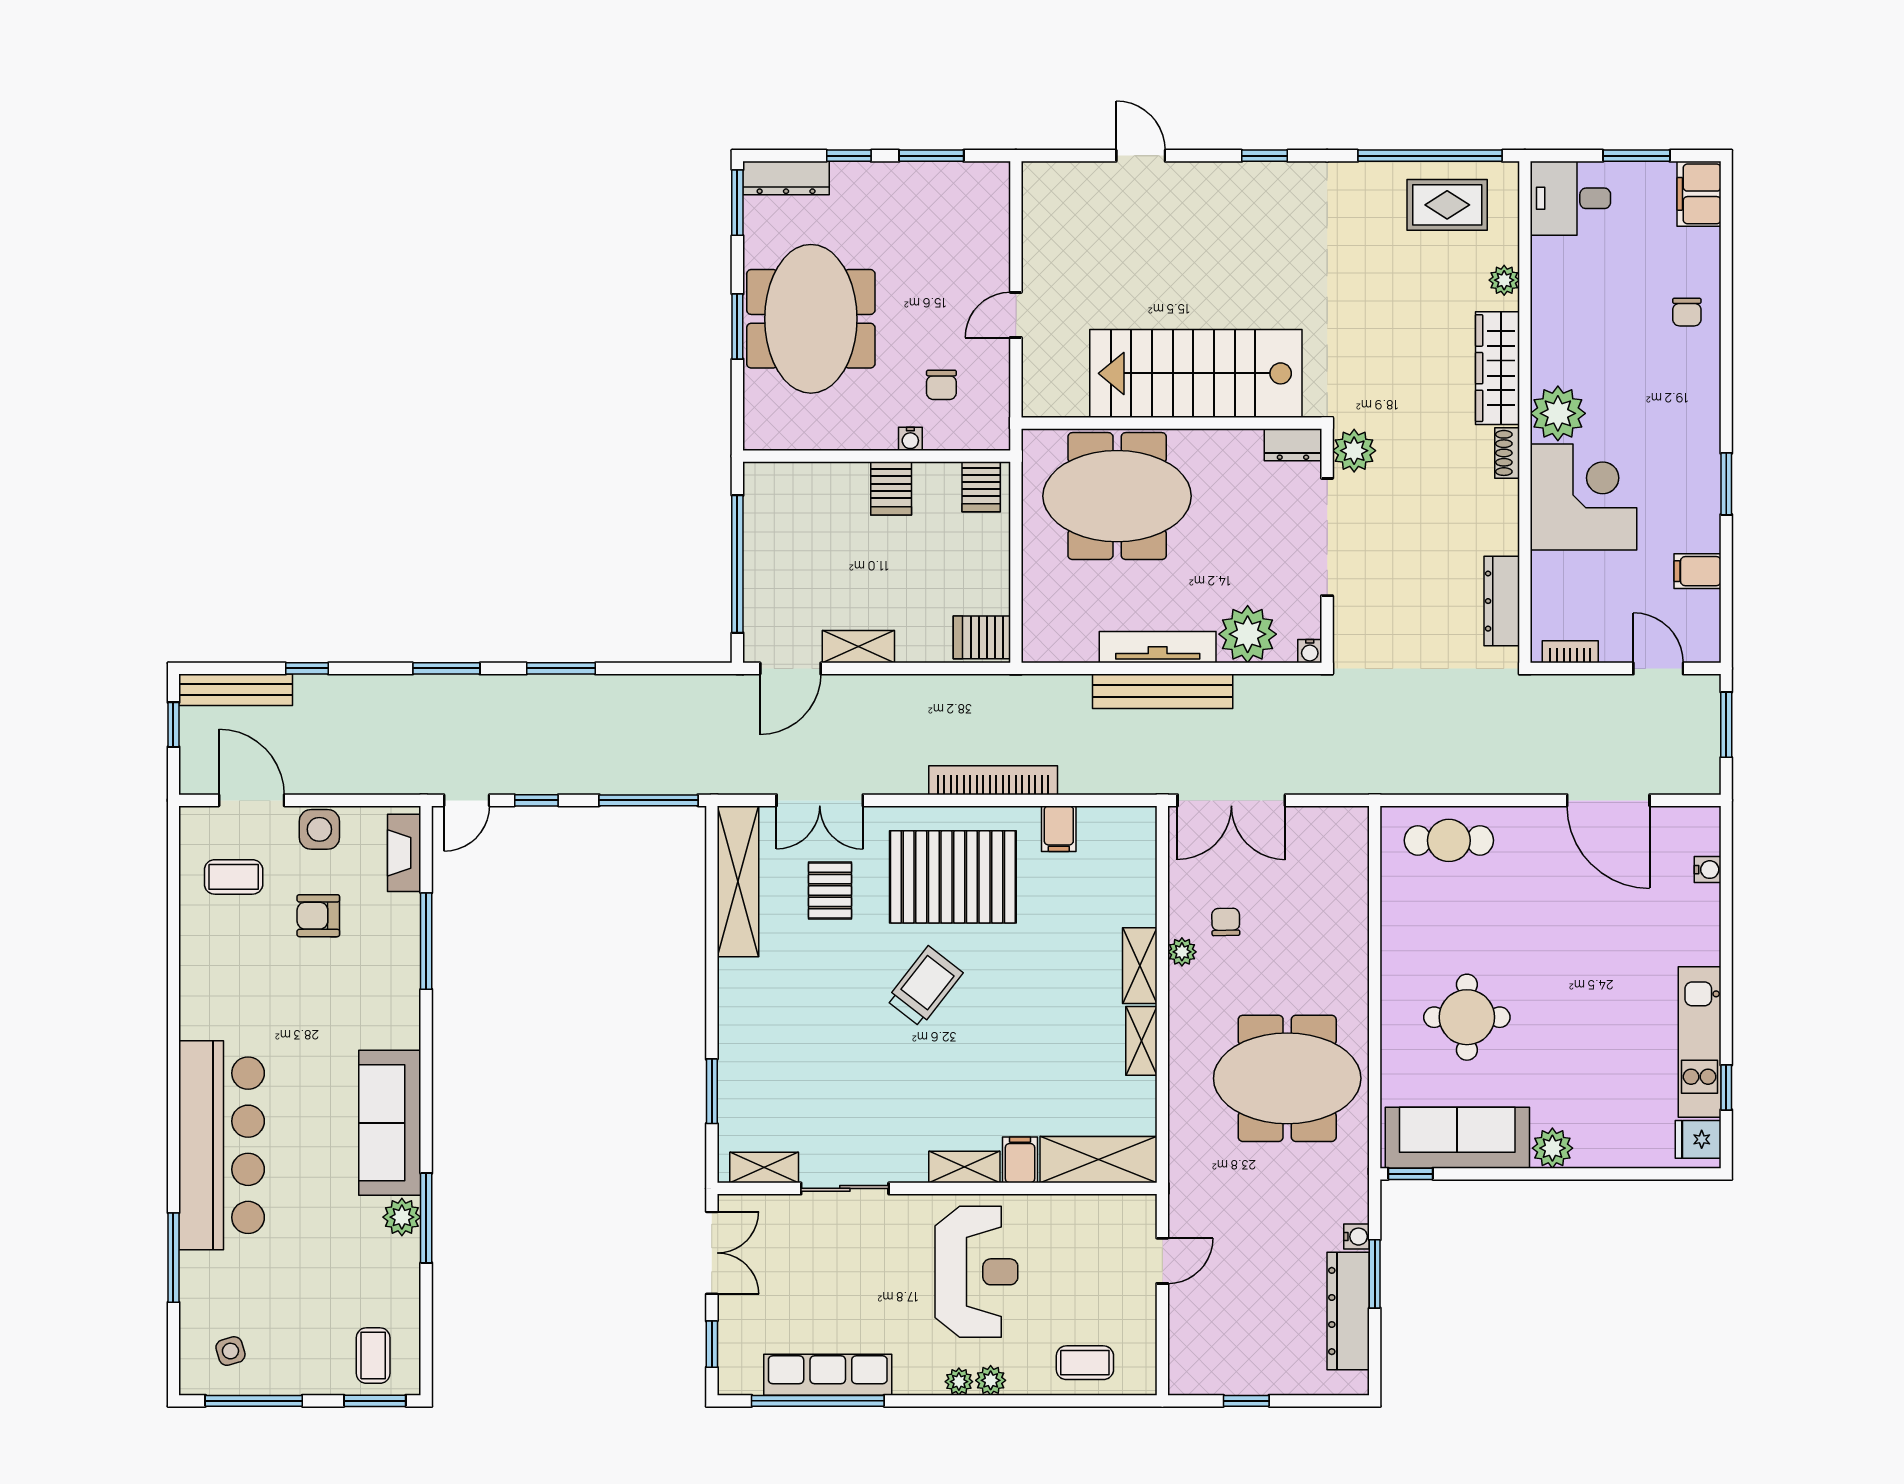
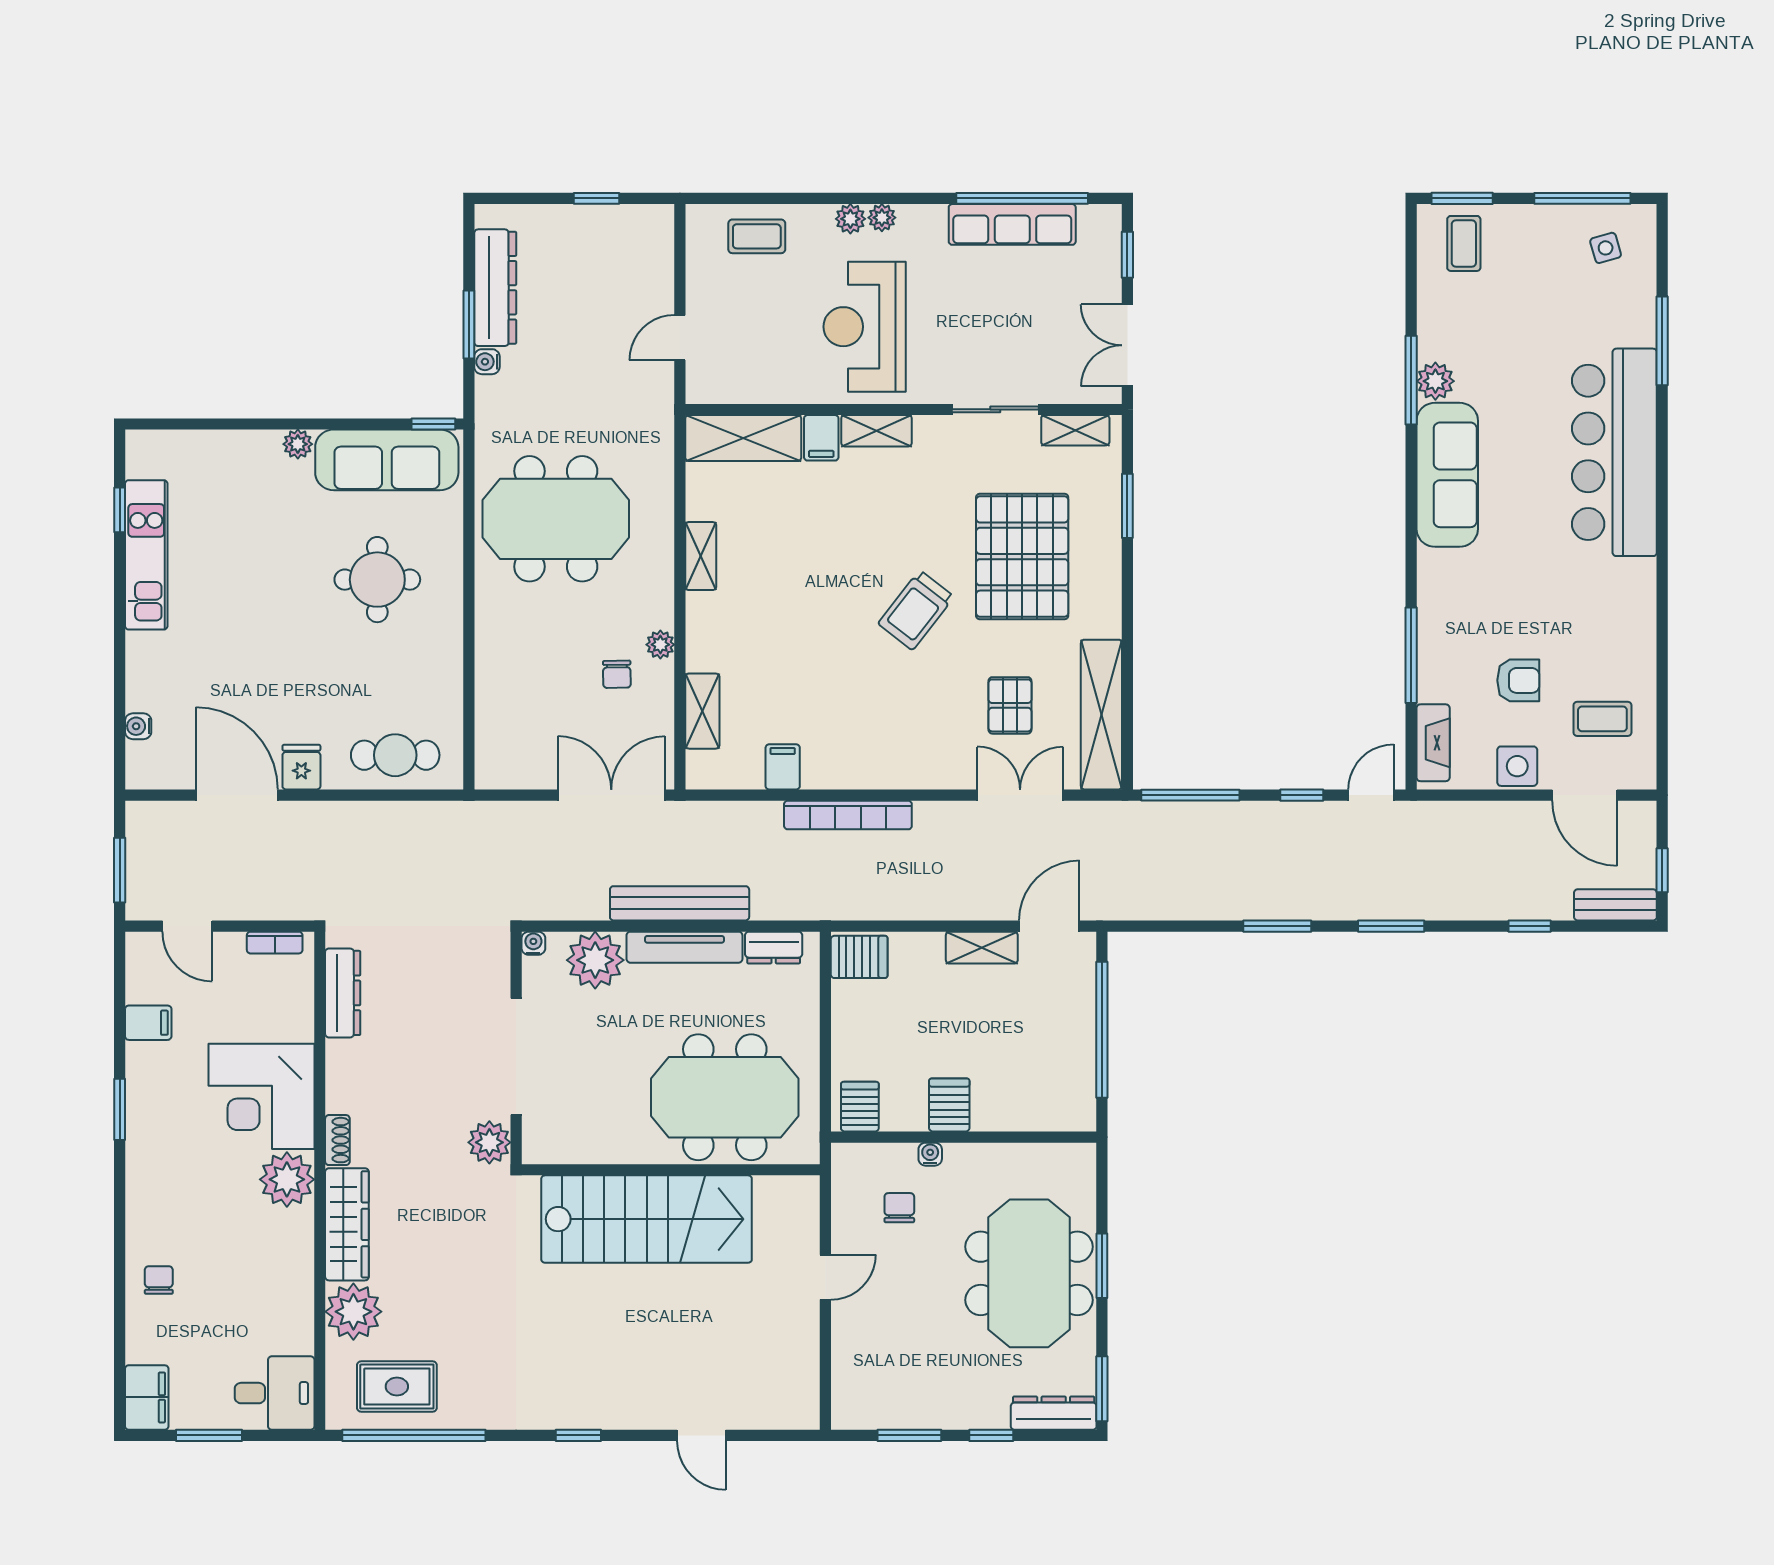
plant: (1504, 280) -> (353, 1312), width x1.87, depth x1.87
dresser: (1293, 445) -> (774, 948), moved, turned 180
bench: (236, 690) -> (1615, 905), width x0.73
pallet: (953, 877) -> (1022, 557), moved, turned 90
shelving: (1140, 966) -> (702, 711), moved
fridge: (1698, 1139) -> (301, 767), moved, turned -90
plant: (1552, 1148) -> (298, 444), width x0.73, depth x0.73

